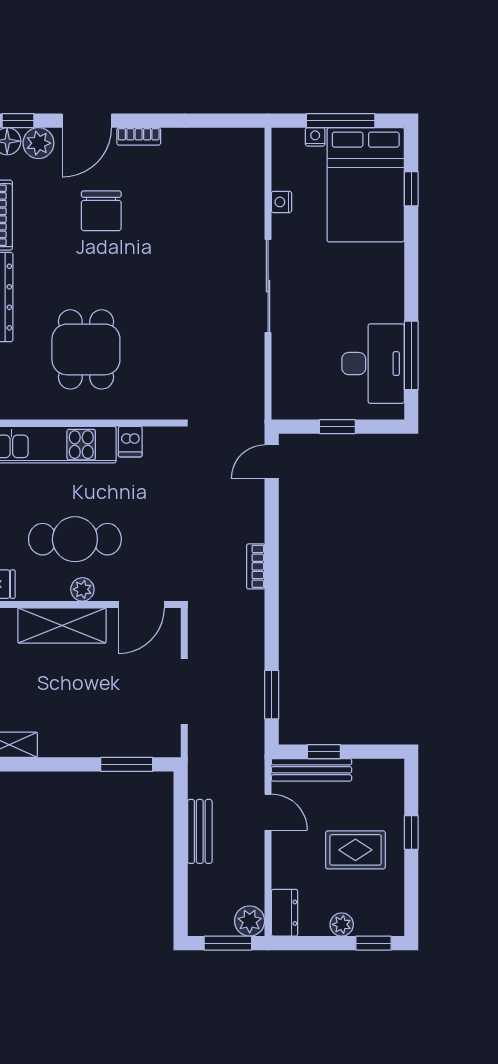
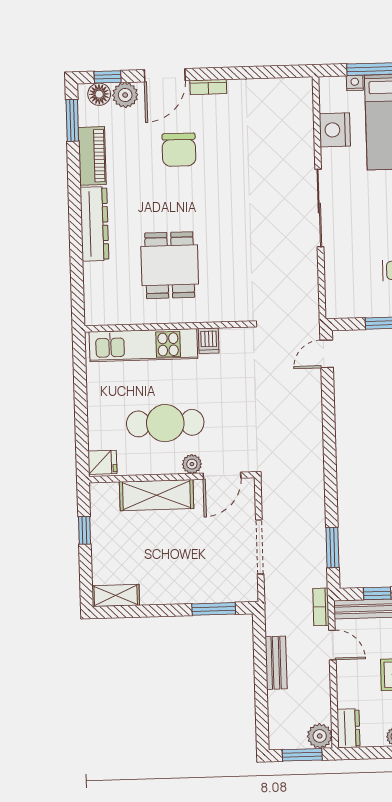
nightstand: (281, 202) -> (335, 130), width x1.89, depth x1.79
bookcase: (256, 566) -> (321, 607), moved
plant: (82, 589) -> (192, 464), moved

